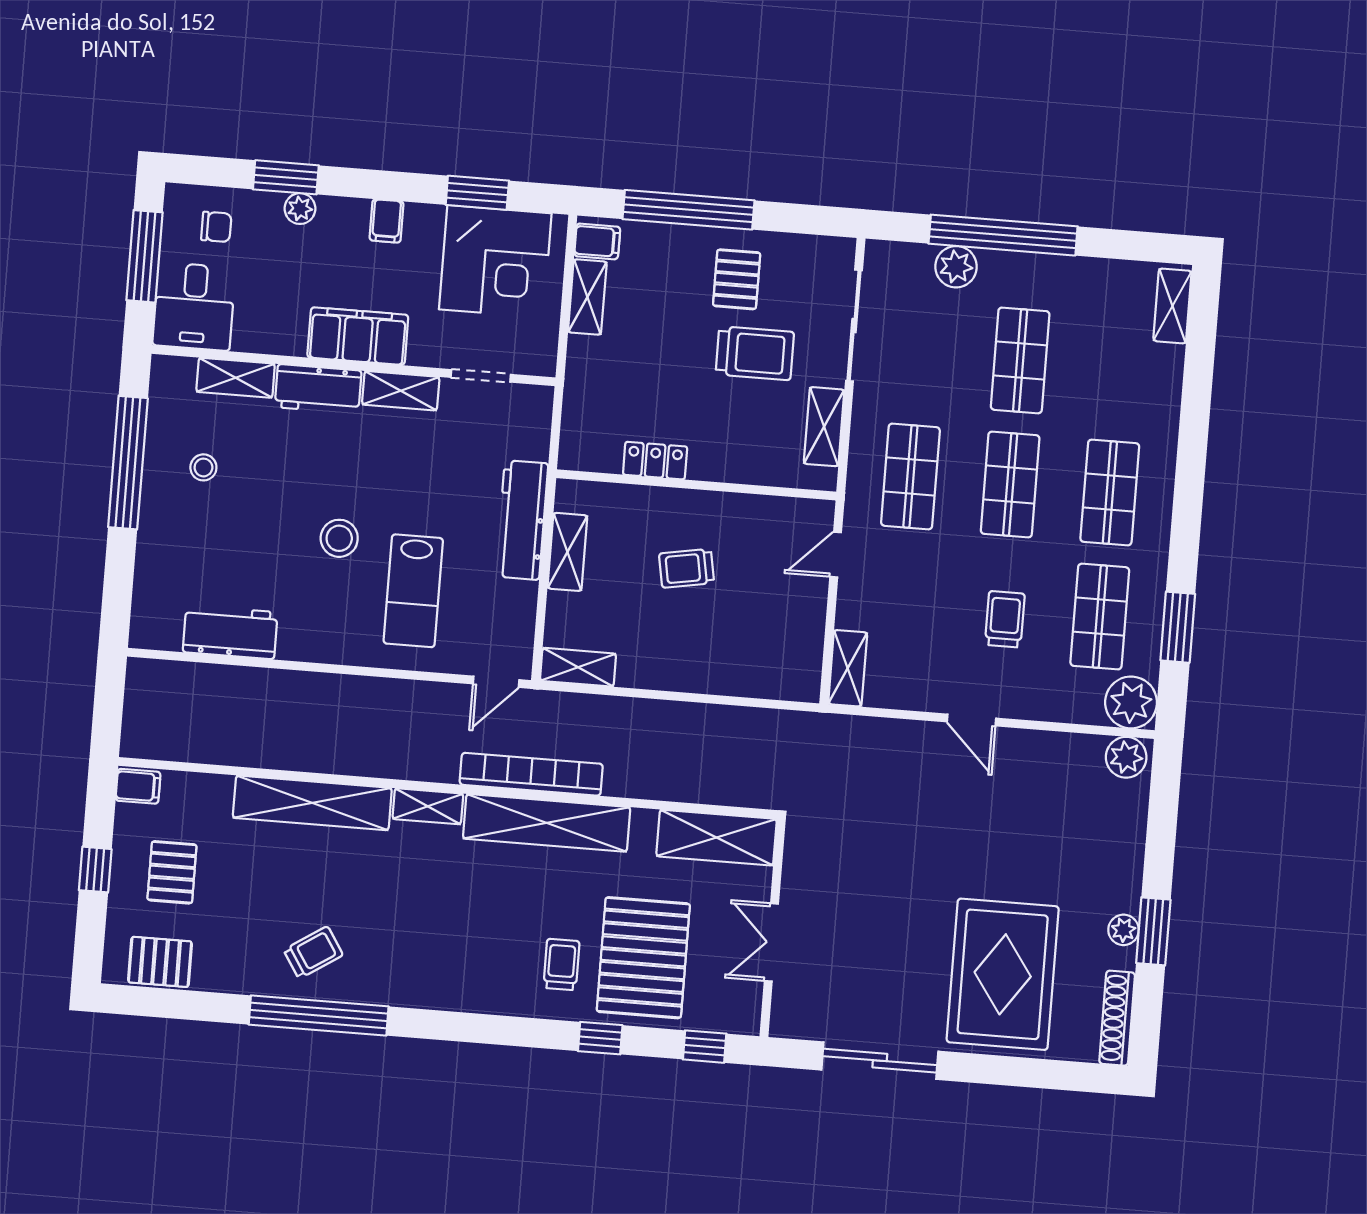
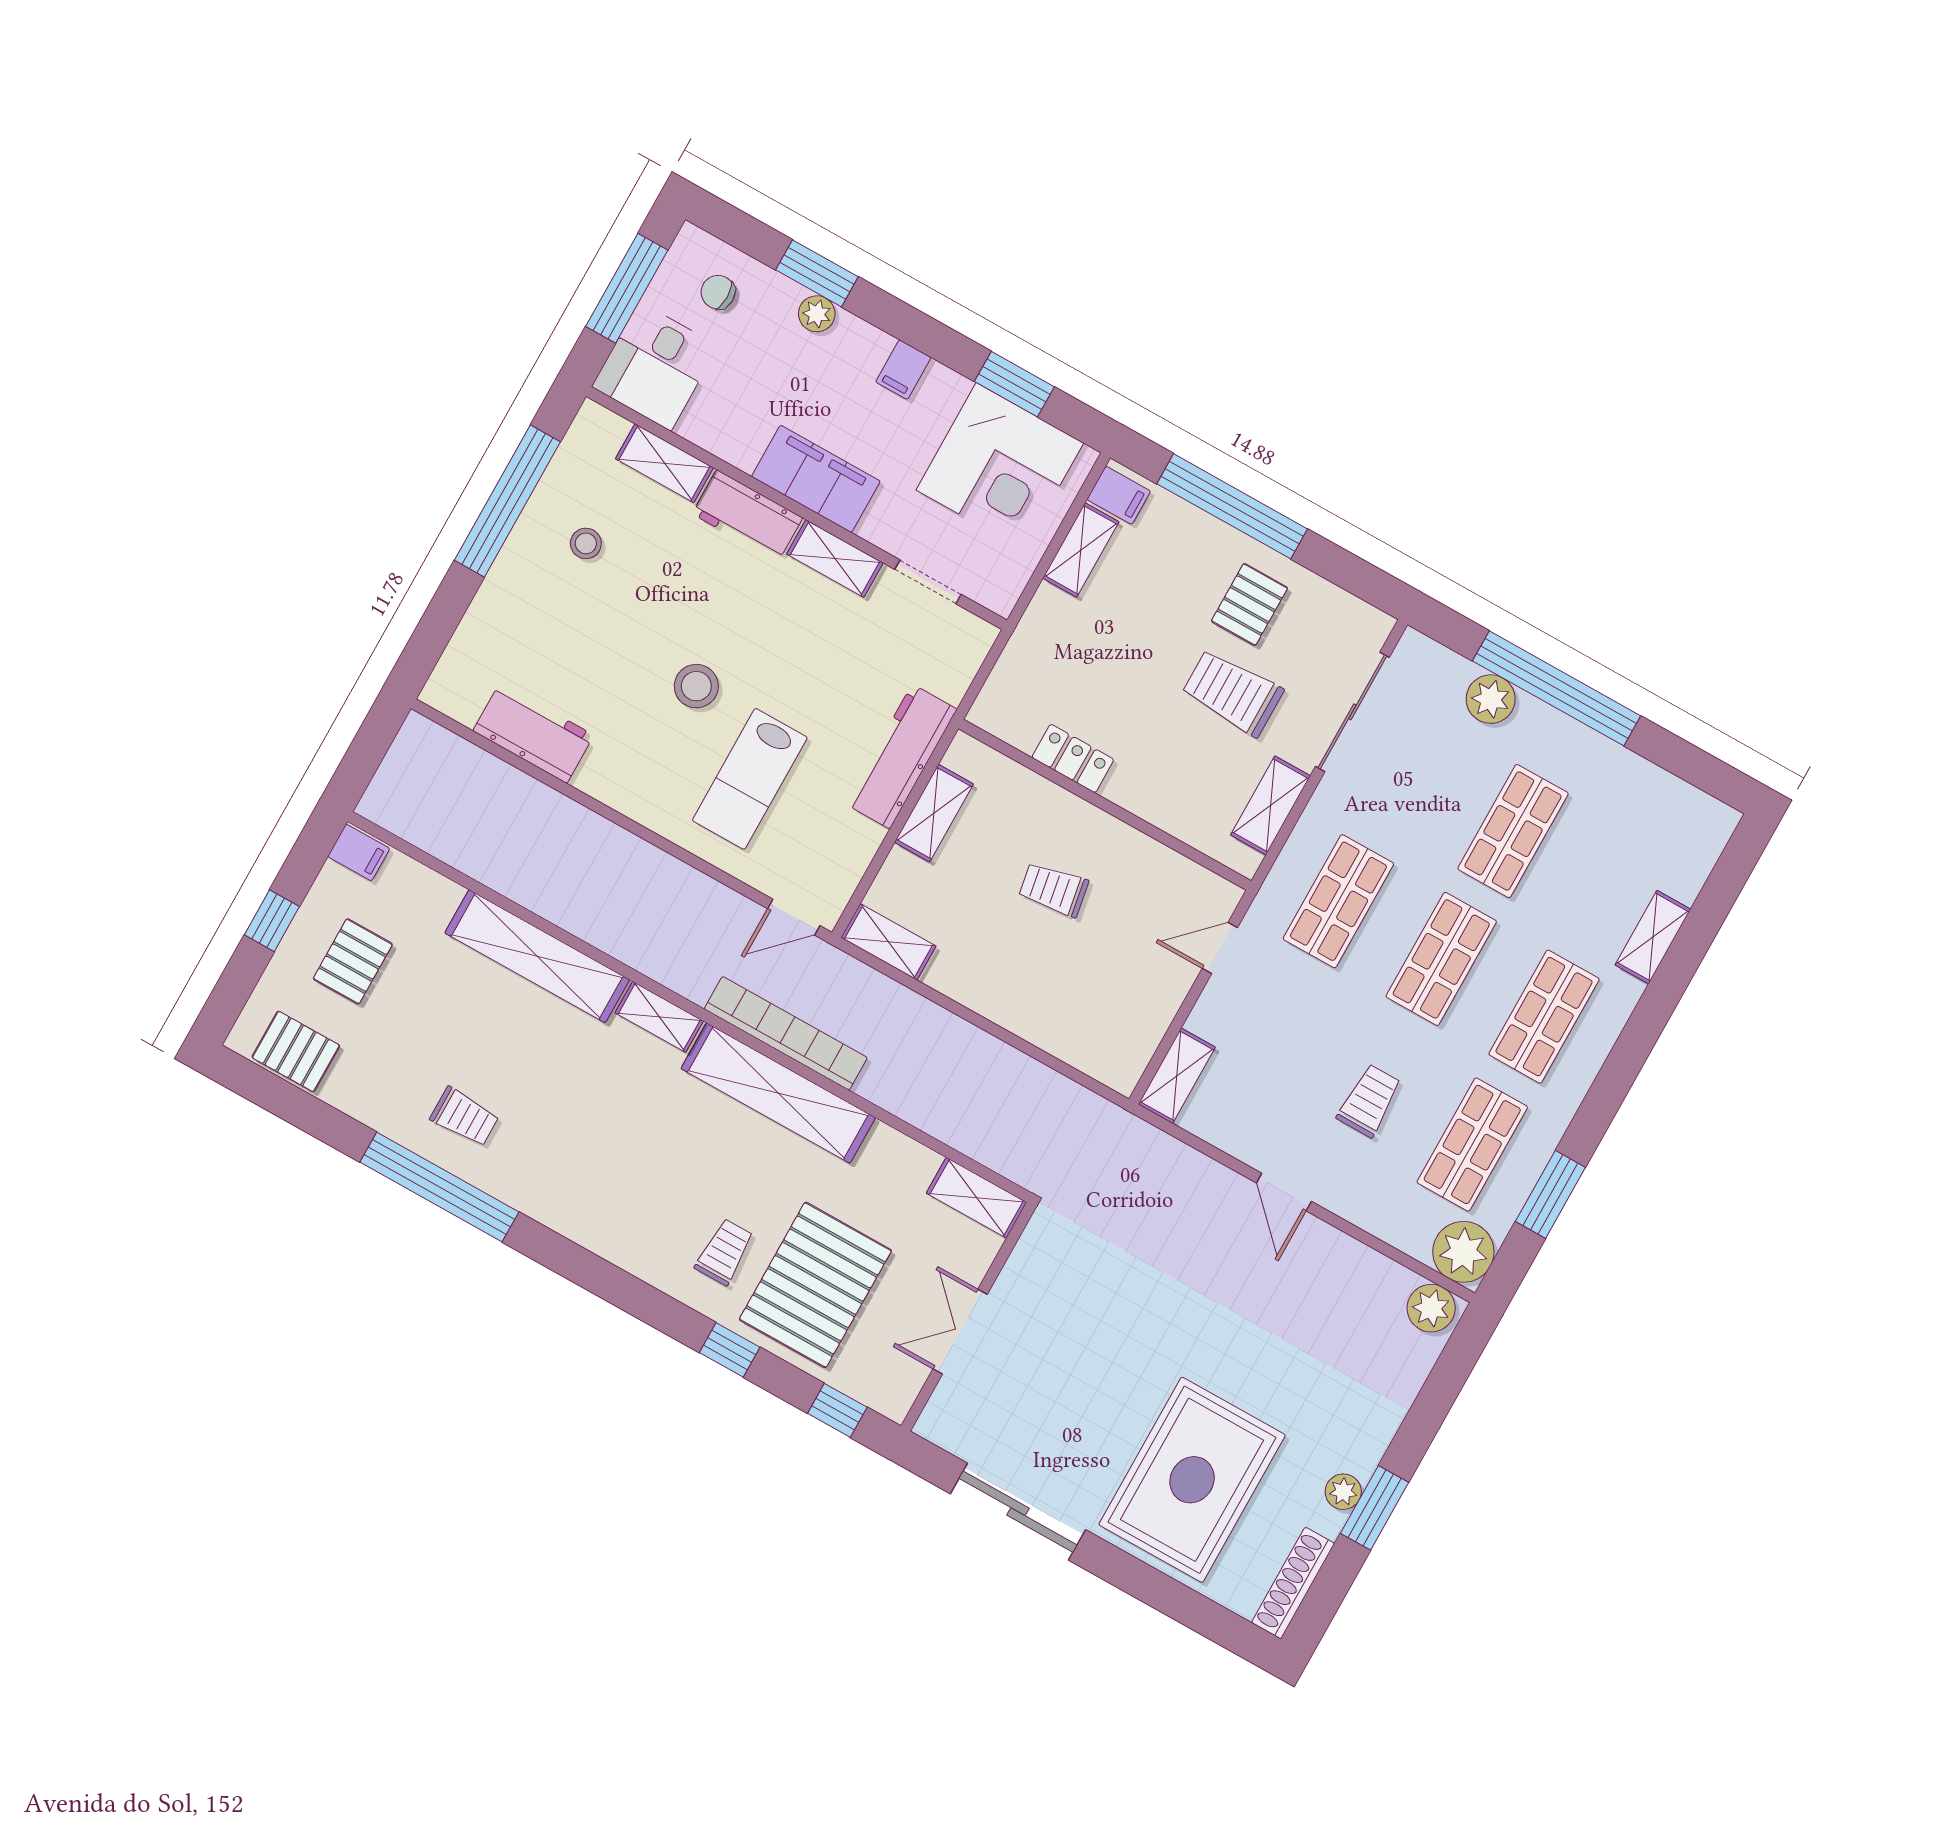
chair: (216, 227) -> (718, 292), turned 180
shelving: (1172, 306) -> (1653, 937), moved
trolley: (755, 353) -> (1232, 693), turned 180
shelving: (717, 838) -> (976, 1198), width x0.67, depth x0.75
trolley: (313, 952) -> (465, 1117), turned 33

